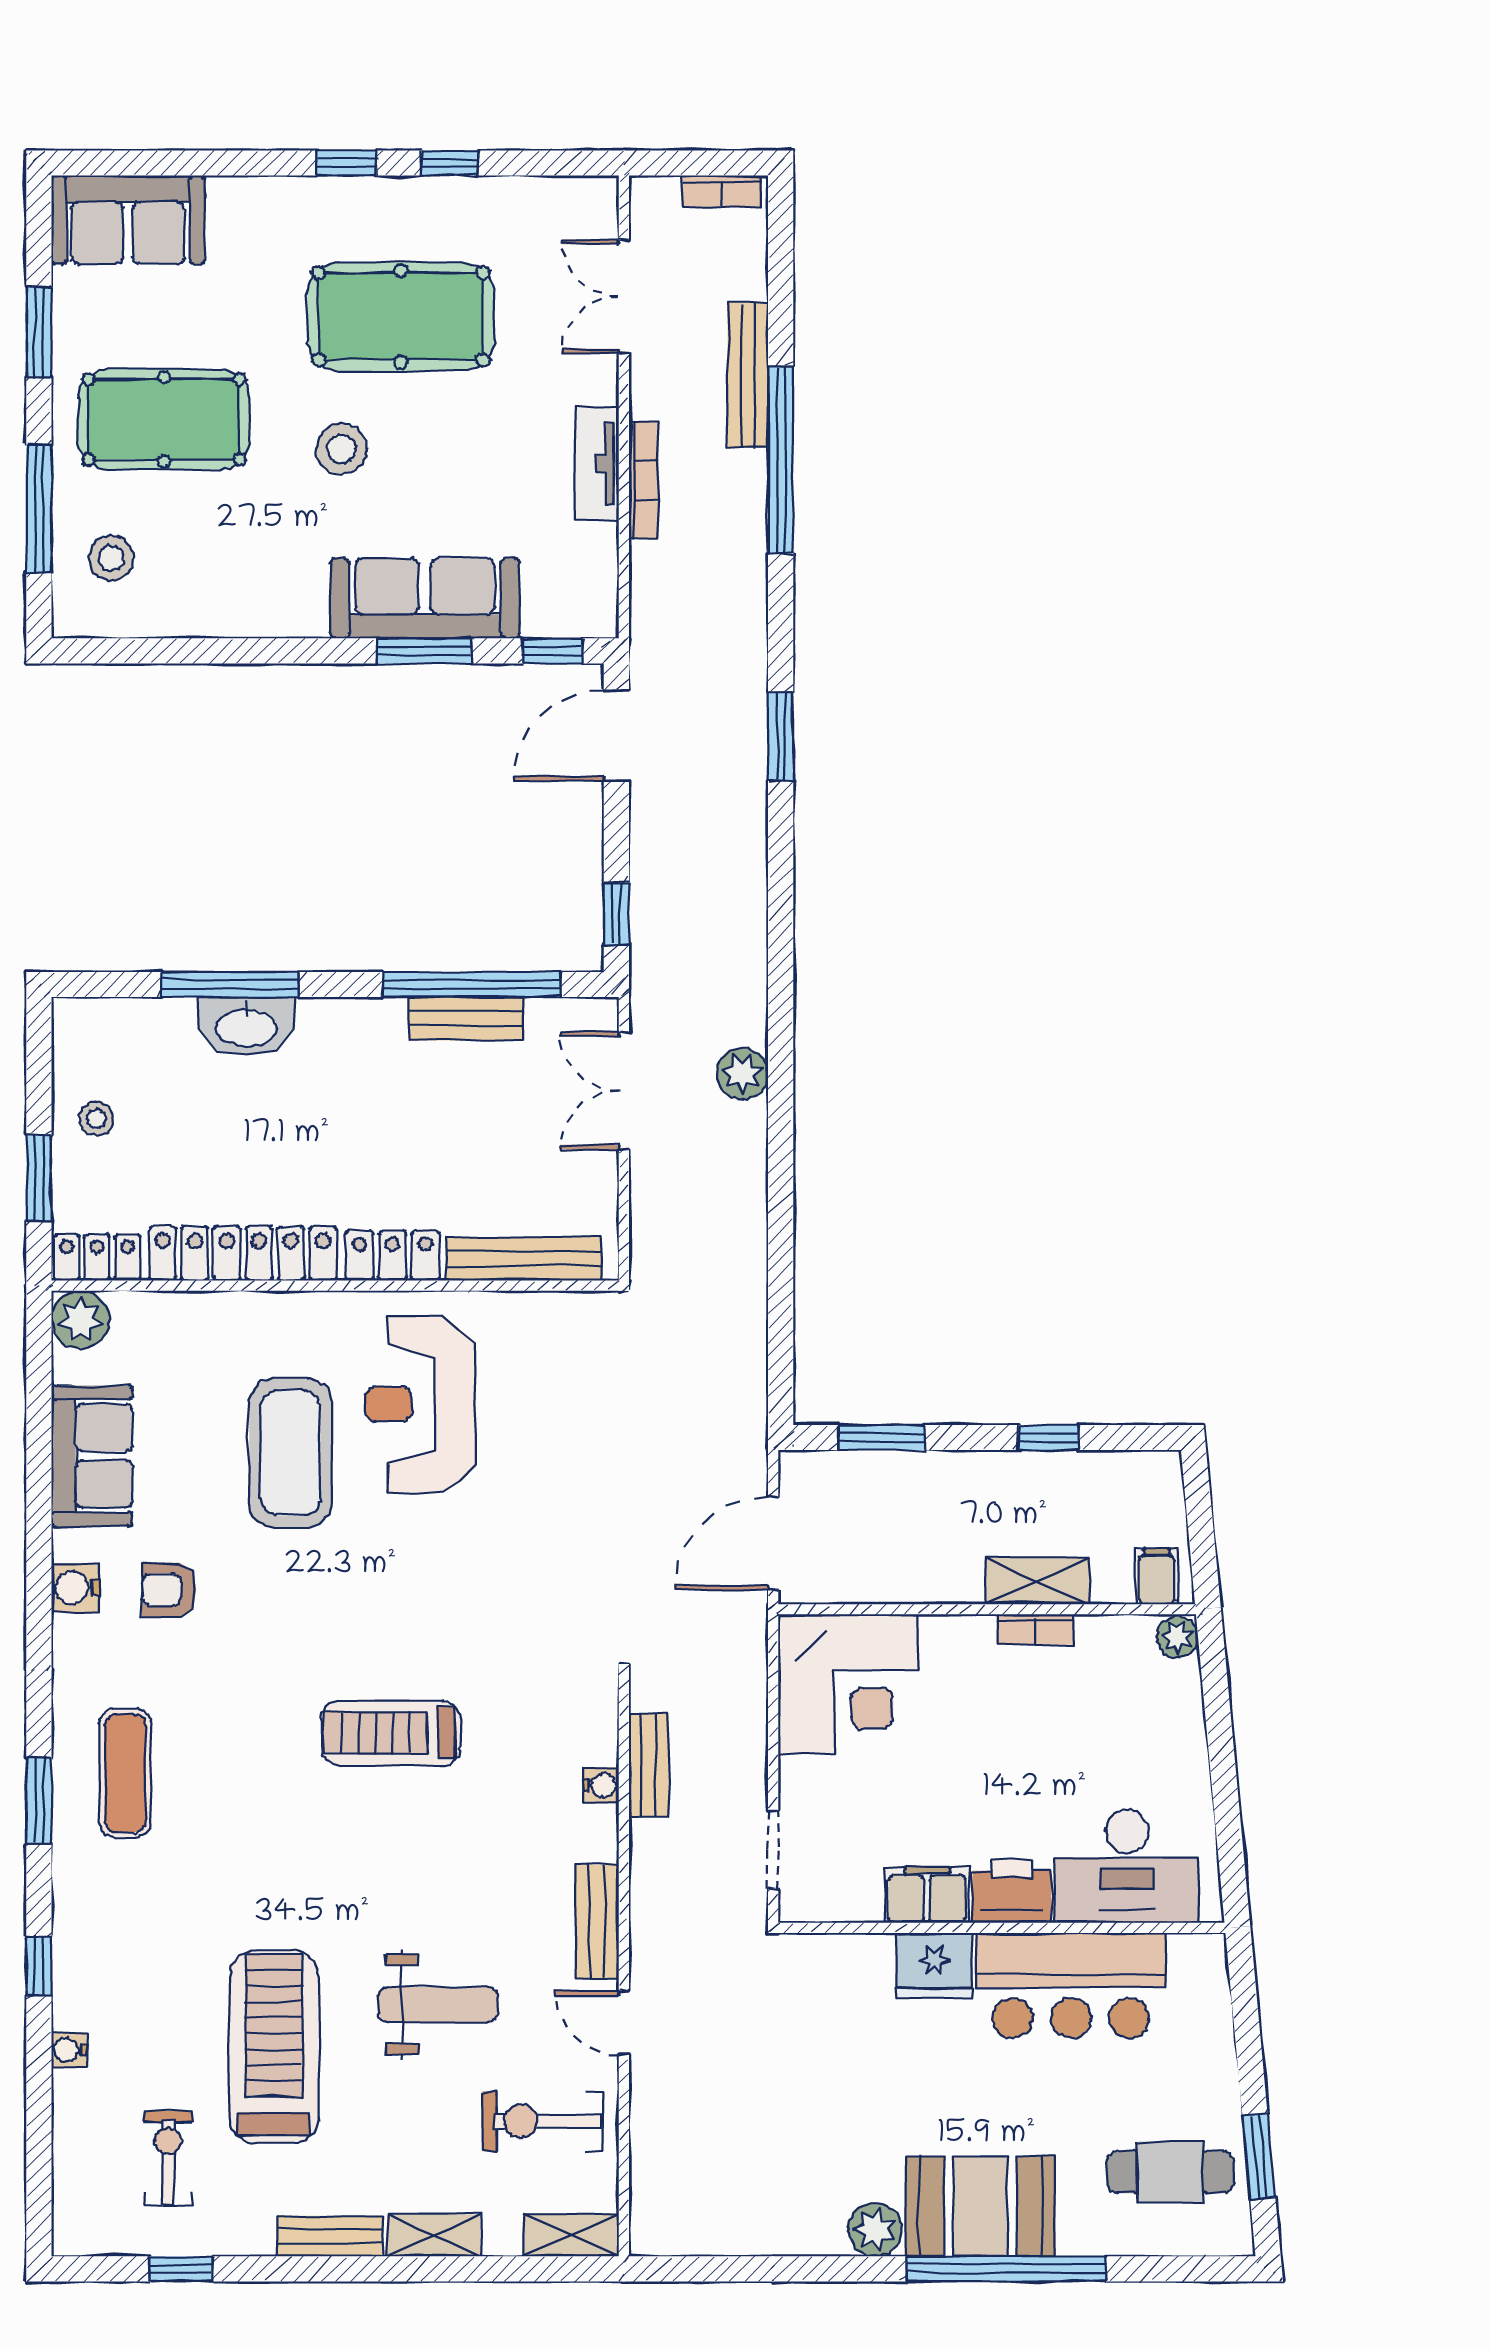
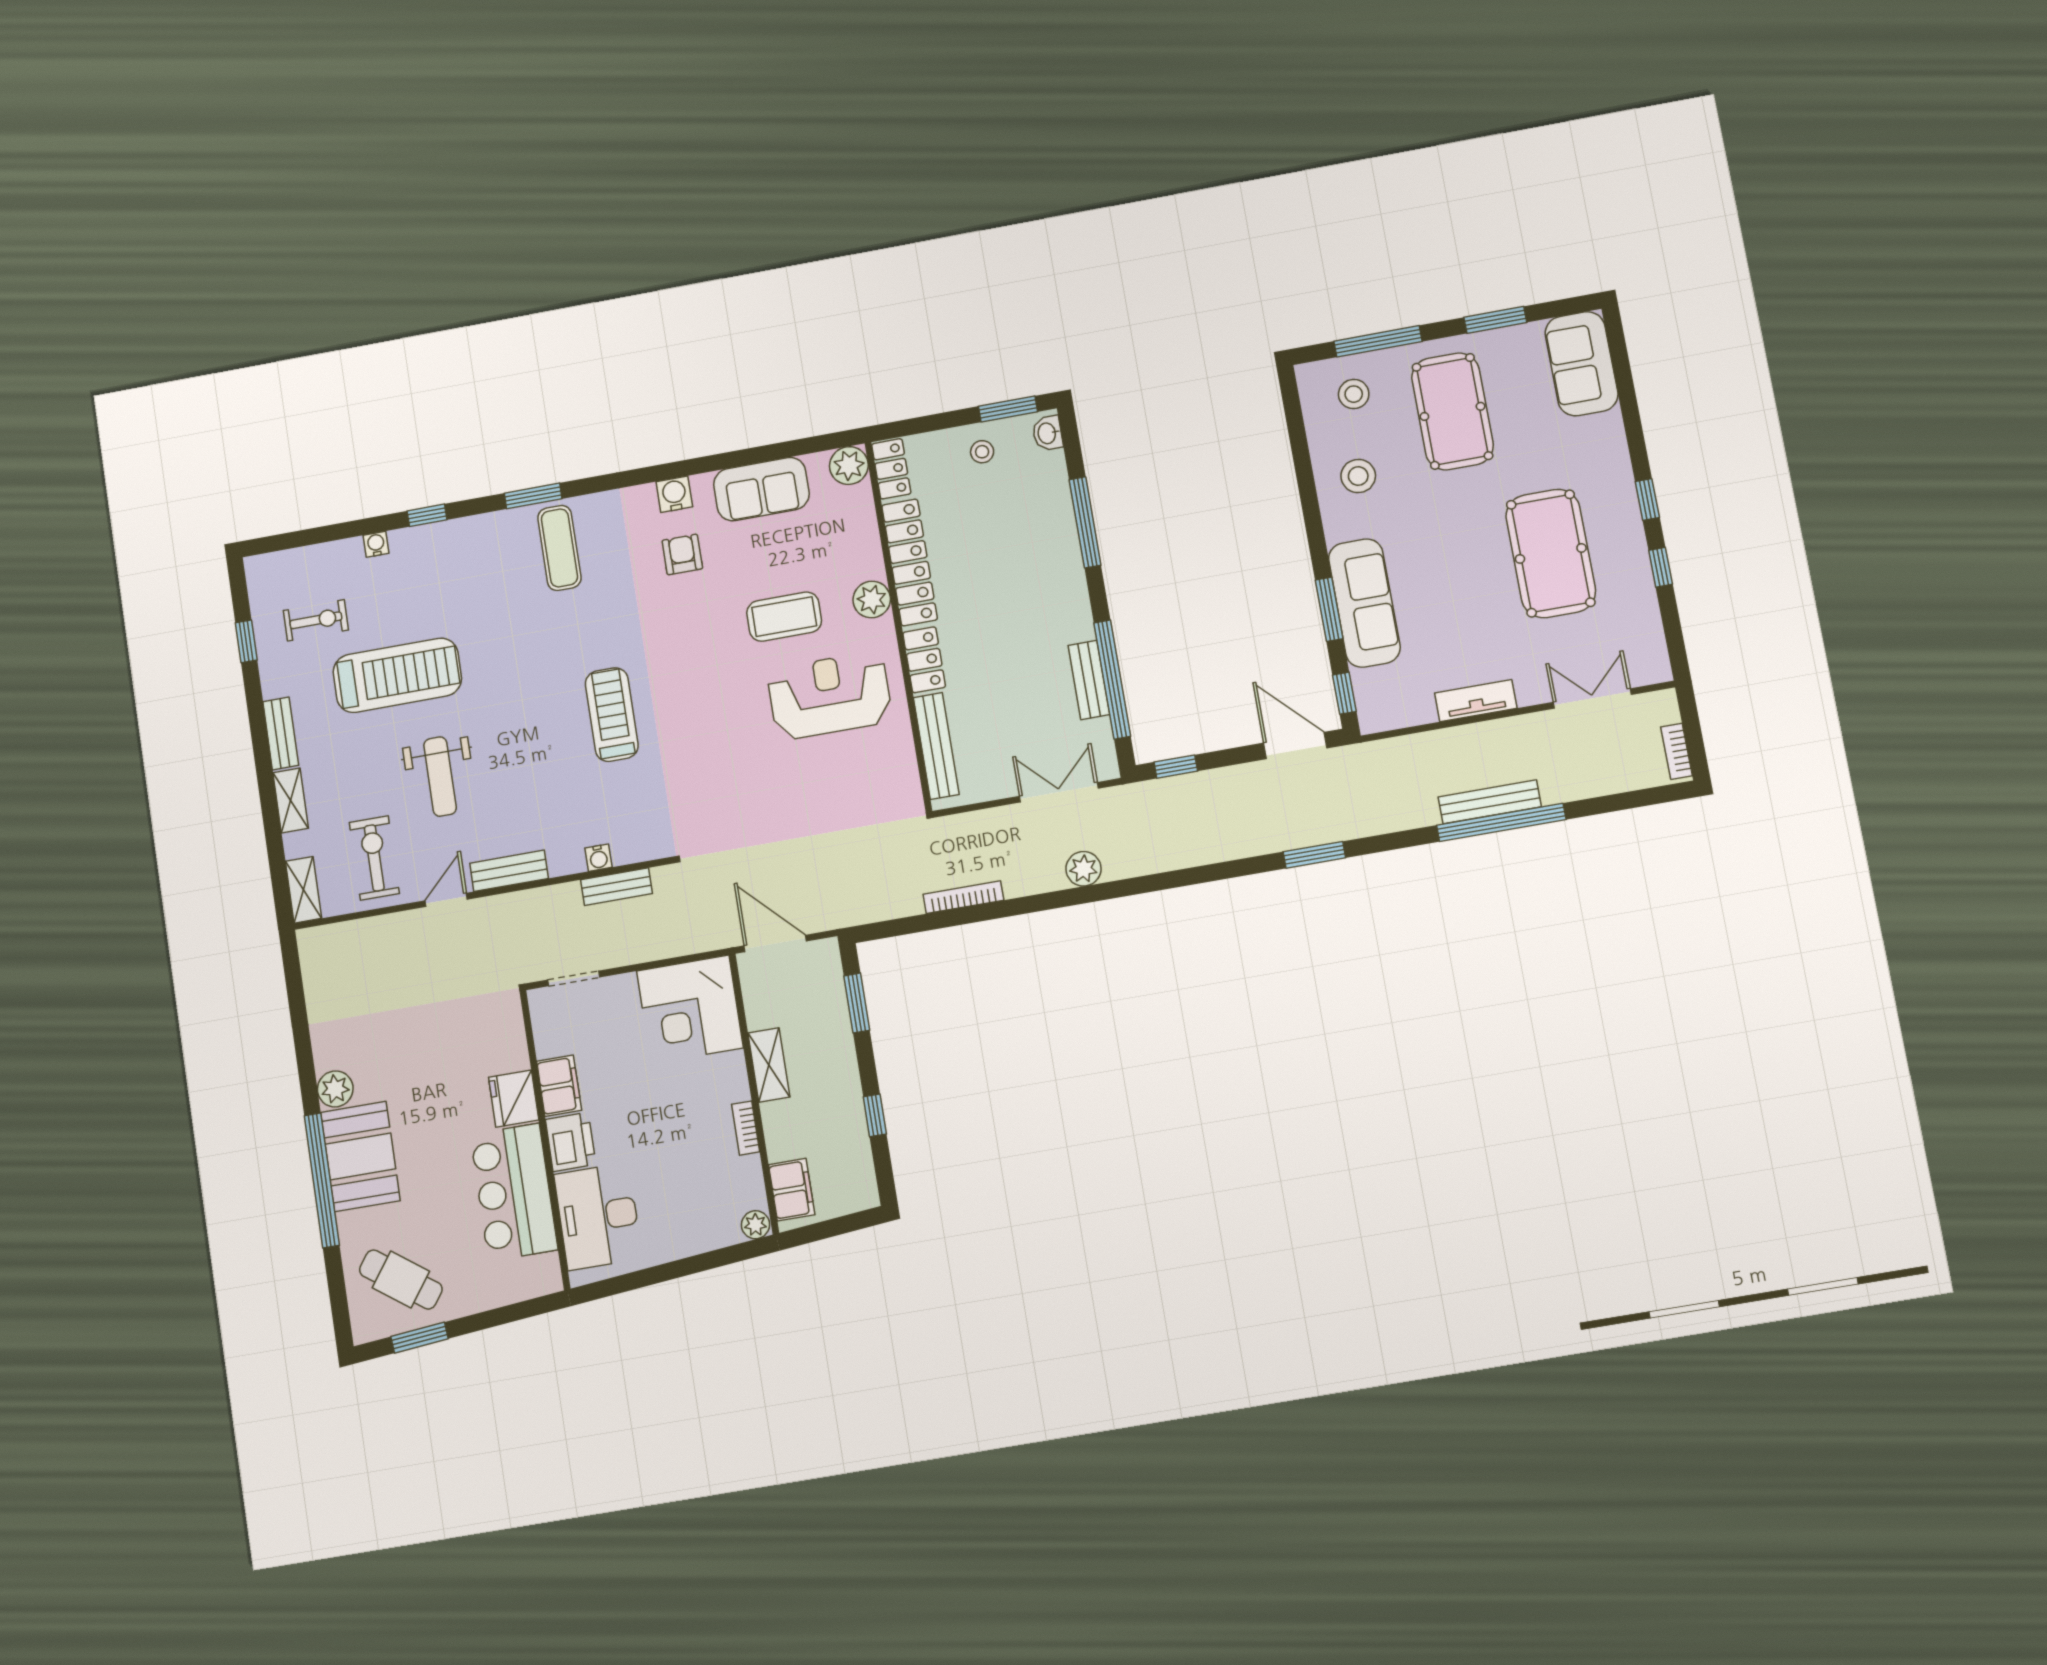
bench: (748, 375) -> (1490, 802), moved
stool: (342, 449) -> (1358, 476), moved
bookcase: (644, 480) -> (963, 897), moved, turned 180
washbasin: (246, 1026) -> (1048, 433), moved, width x0.52, depth x0.69
window: (39, 1178) -> (1008, 409), moved
plant: (288, 1319) -> (872, 599), added
coffee table: (290, 1453) -> (784, 617), width x0.73, depth x0.76
filing cabinet: (1157, 1576) -> (792, 1190), width x2.00
shelving: (1038, 1581) -> (769, 1065), moved
exercise mat: (125, 1773) -> (559, 548), turned 90
cafe table: (1170, 2172) -> (401, 1279), turned -54

